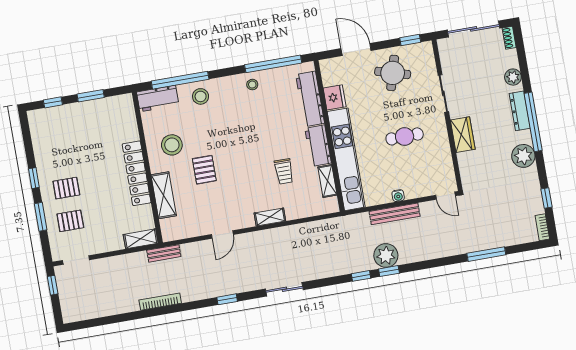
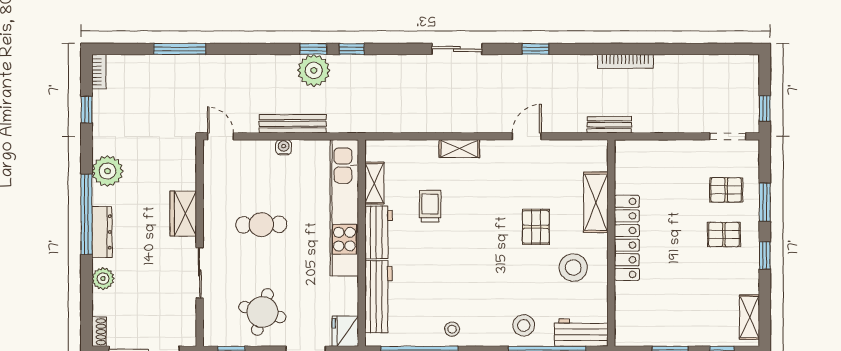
fridge: (335, 97) -> (345, 331), moved
shelving: (141, 239) -> (749, 317), moved, turned 90

